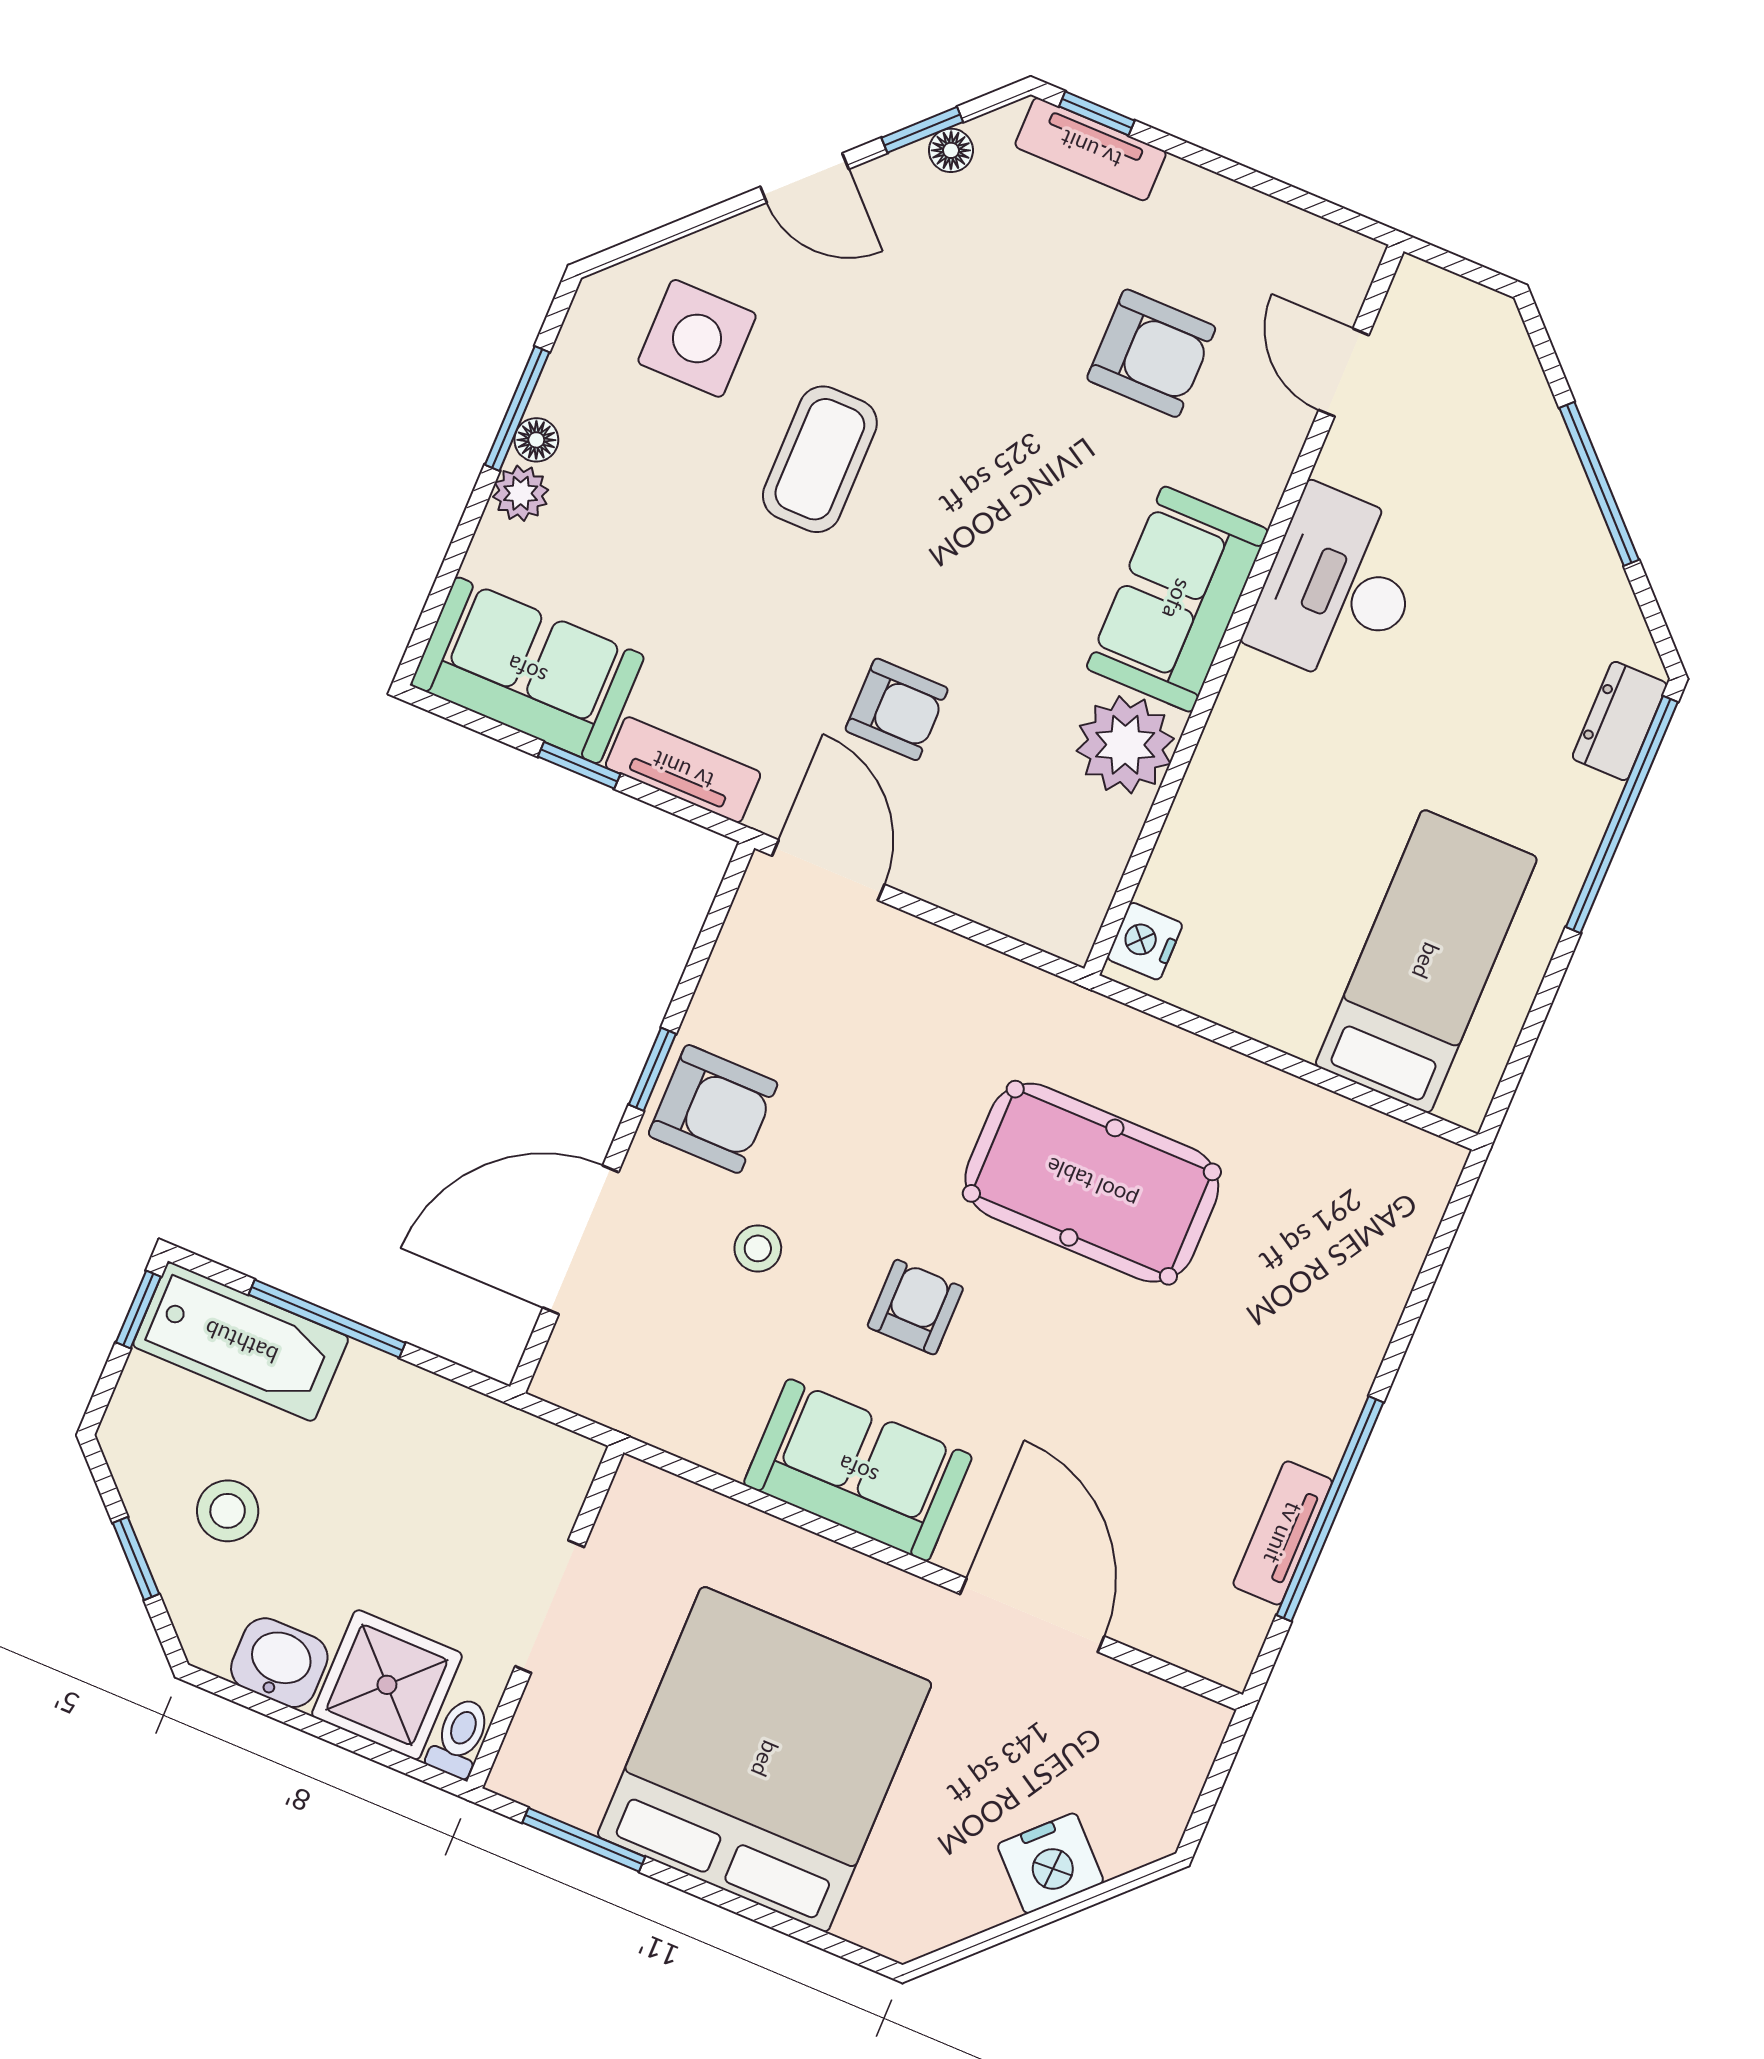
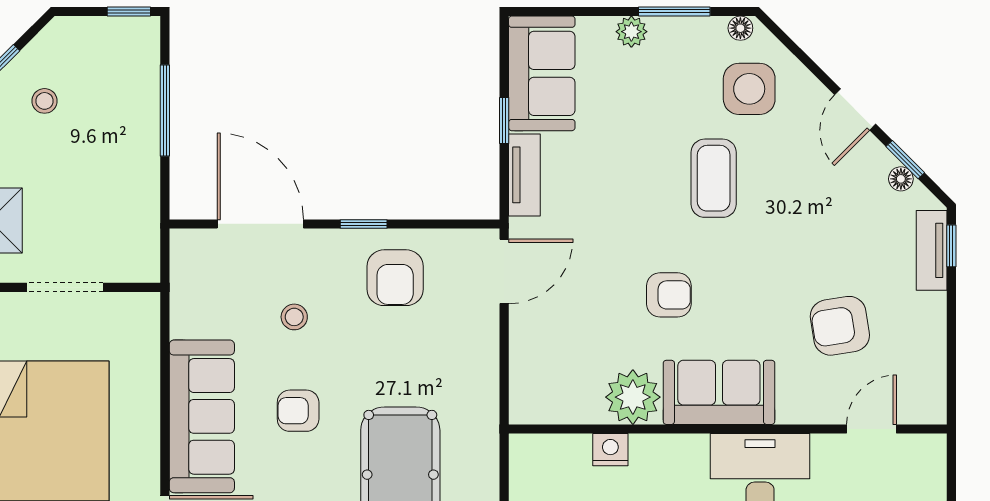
armchair: (1151, 353) -> (840, 326), turned 81
floor lamp: (536, 440) -> (740, 28), moved
coffee table: (820, 459) -> (714, 178), turned 90
armchair: (897, 709) -> (669, 295), moved, turned -90
nightstand: (1145, 941) -> (610, 450), moved
armchair: (713, 1109) -> (395, 278), moved
armchair: (915, 1307) -> (298, 411), turned 180
bathtub: (241, 1342) -> (134, 71), removed
sofa: (858, 1470) -> (202, 416), width x1.36
stool: (228, 1511) -> (45, 101), width x0.73, depth x0.73

